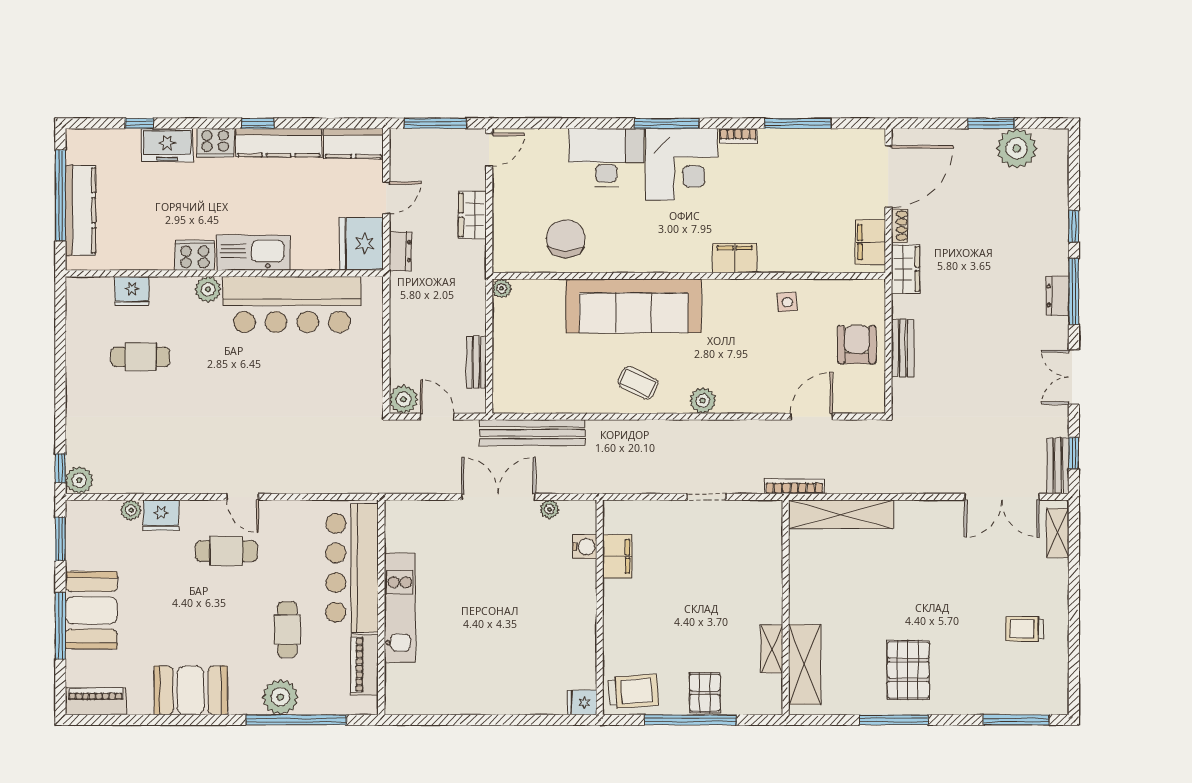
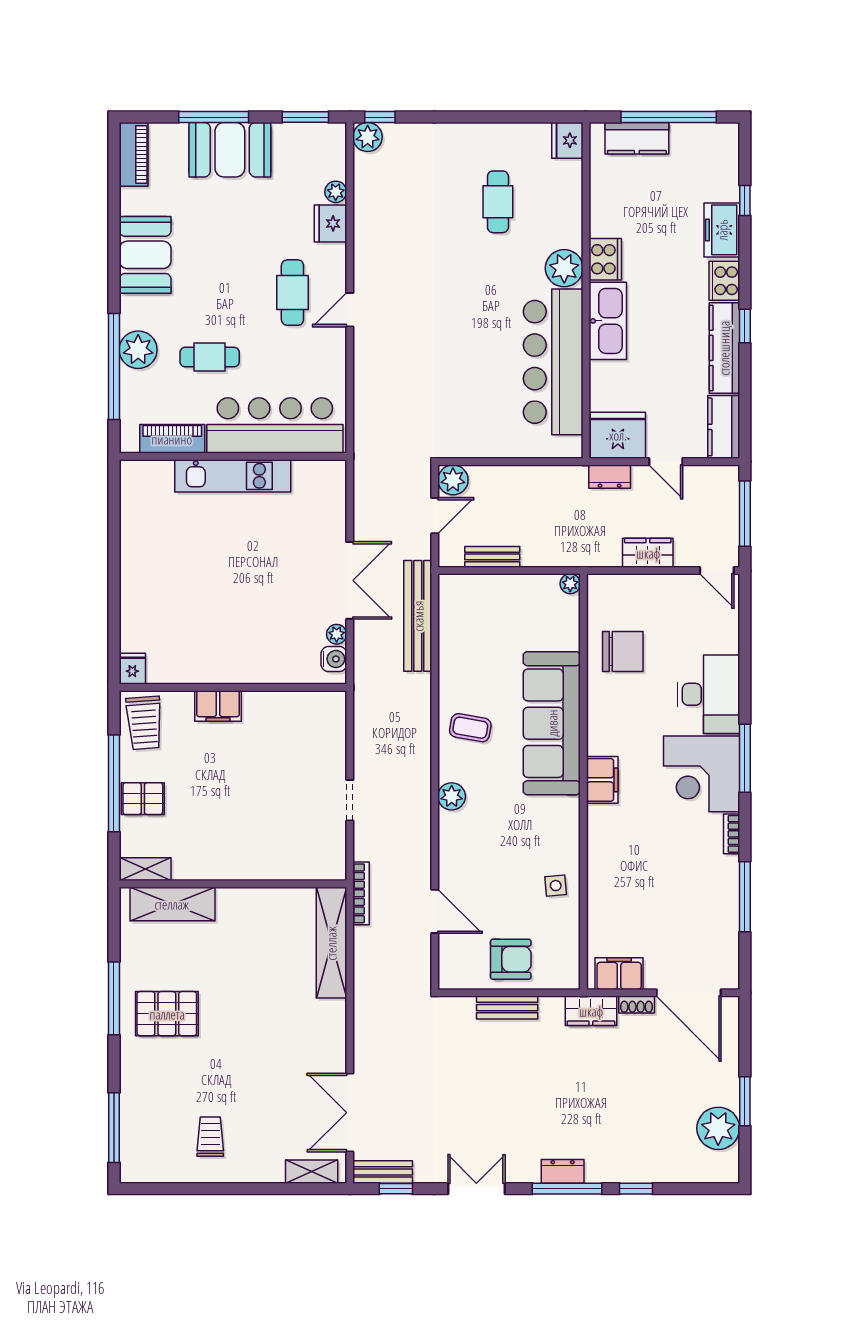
kitchen counter: (80, 210) -> (637, 138), width x0.67
filing cabinet: (735, 258) -> (602, 780), moved
plant: (208, 289) -> (564, 268), width x1.36, depth x1.36
fridge: (132, 291) -> (567, 140), moved
coffee table: (638, 383) -> (470, 728), turned 74
water cooler: (585, 547) -> (334, 659), moved, turned -90
filing cabinet: (617, 556) -> (218, 706), moved
shelving: (772, 649) -> (145, 869), moved

